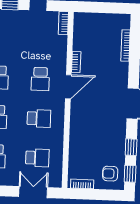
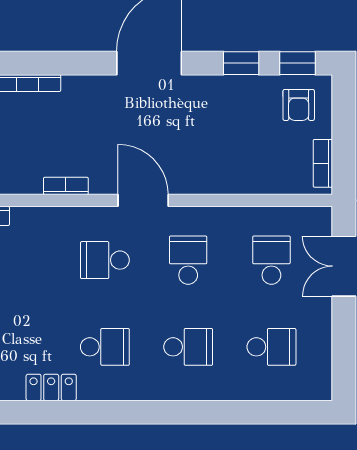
school desk: (40, 79) -> (105, 260), turned 180
door: (68, 87) -> (143, 200), moved

